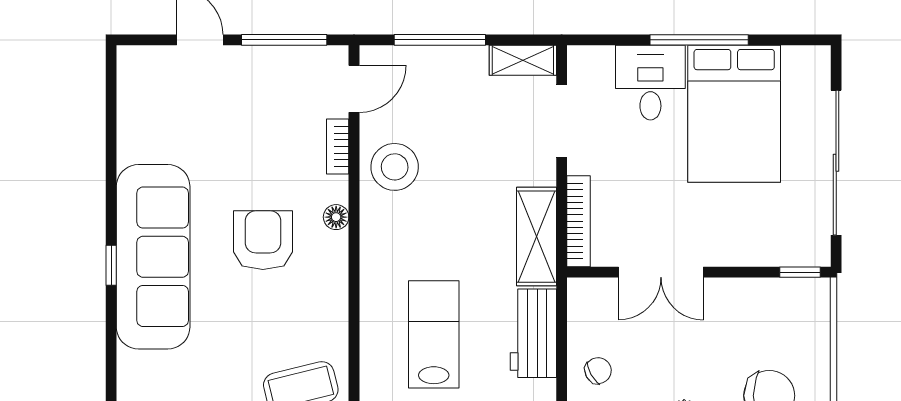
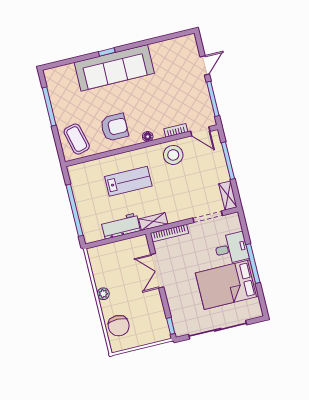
shelving: (537, 237) -> (153, 222), width x0.67, depth x0.75
armchair: (263, 240) -> (114, 127), moved
lab bench: (434, 334) -> (128, 181), moved
chair: (598, 371) -> (112, 255), removed

